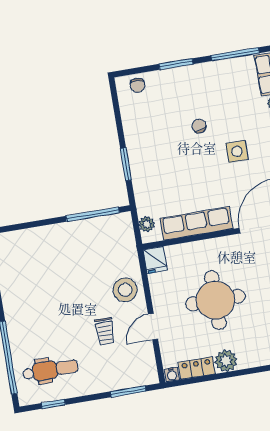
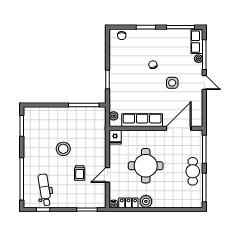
stool: (125, 290) -> (63, 149), moved
dental chair: (50, 370) -> (45, 190), turned -99

